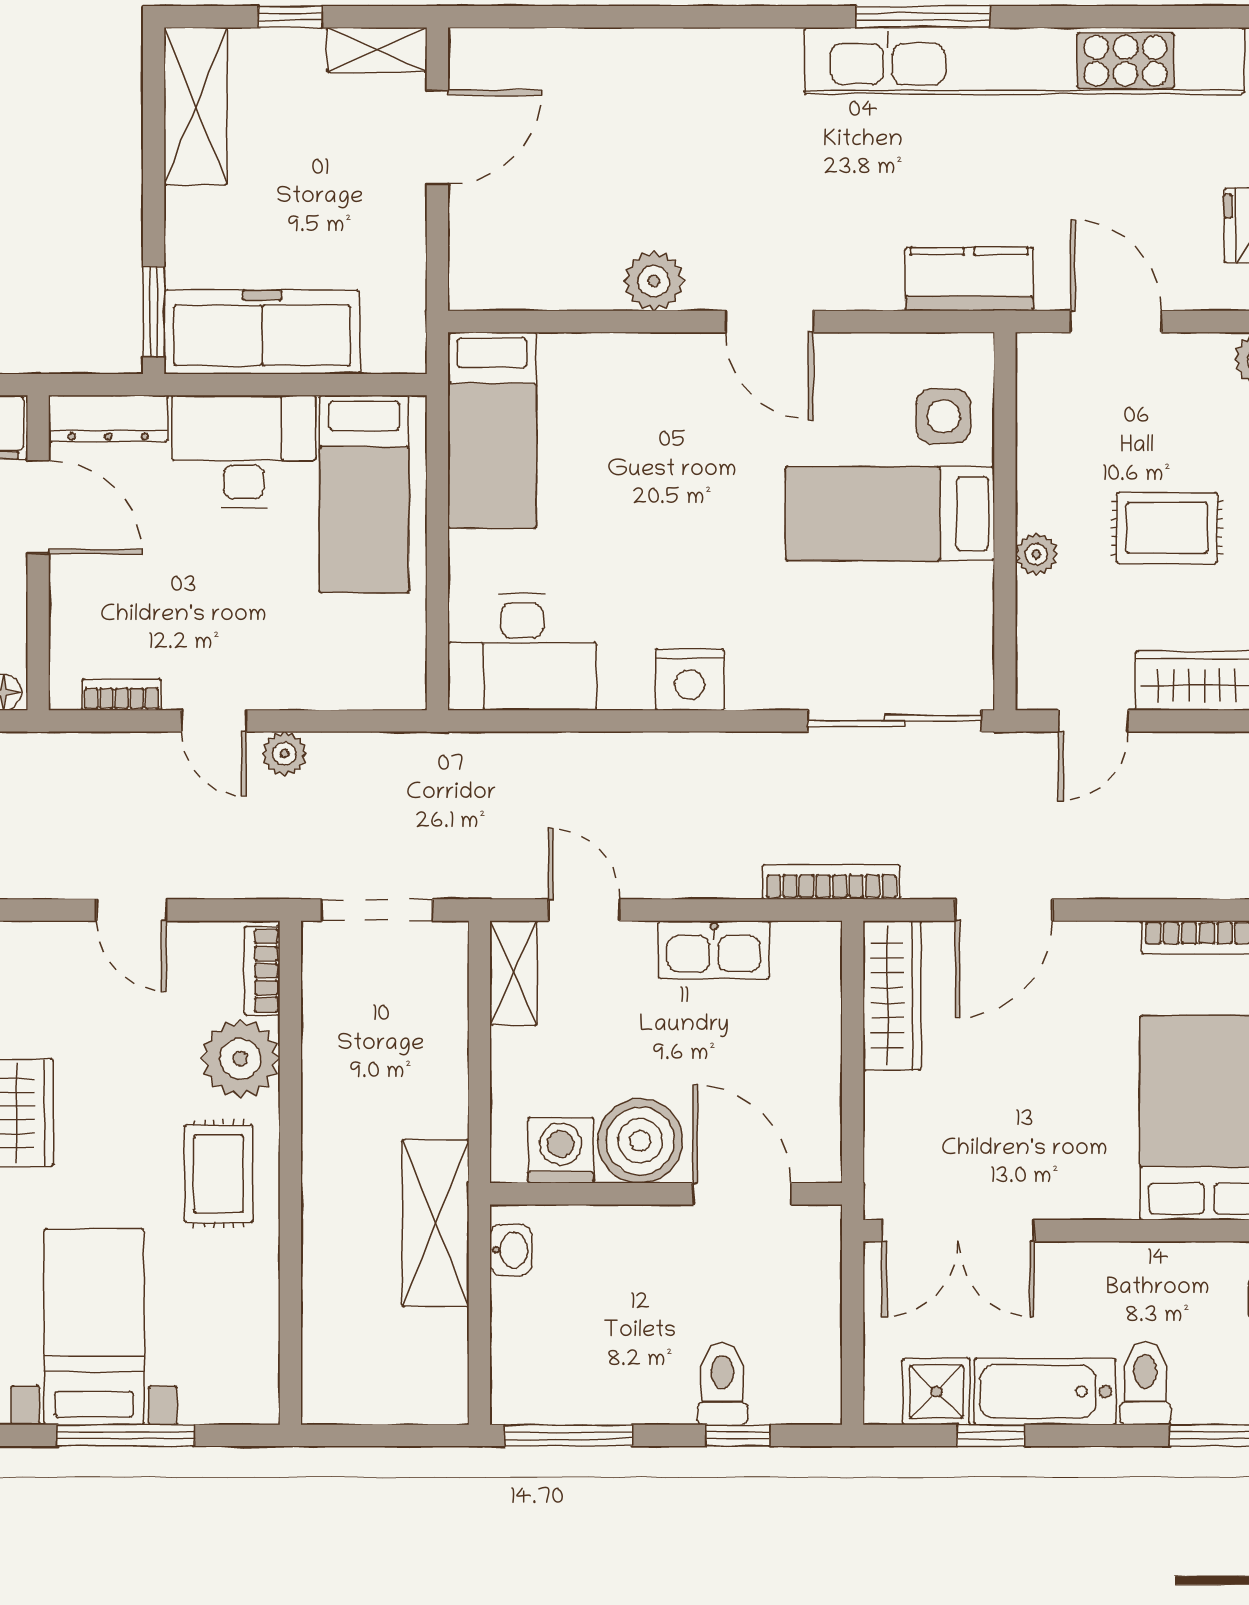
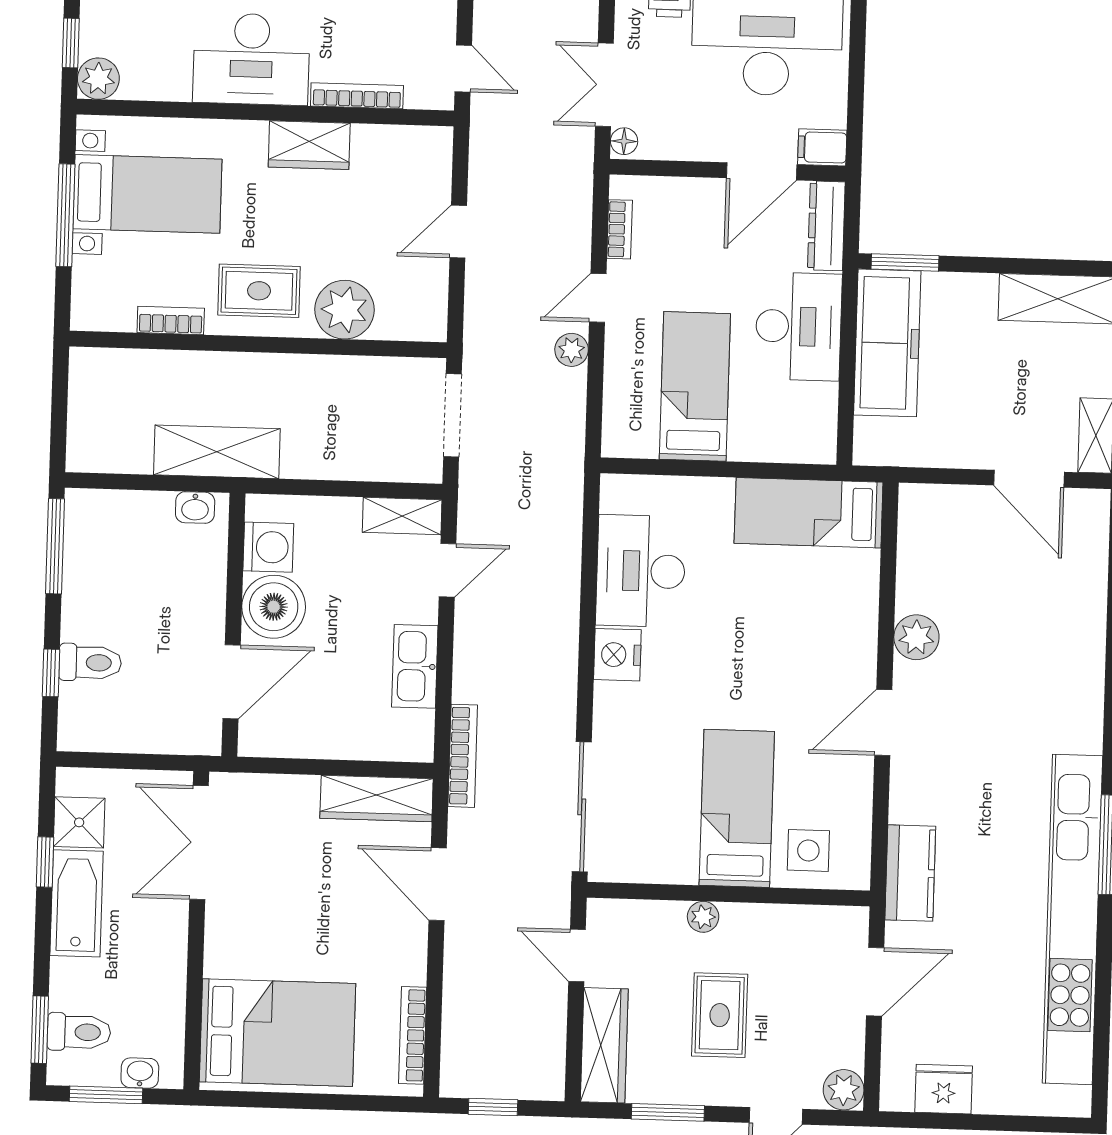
bed: (364, 494) -> (695, 386), moved, turned 90
desk: (522, 652) -> (641, 571), moved
bookcase: (262, 971) -> (171, 320), moved
toilet: (1145, 1383) -> (79, 1032), moved

